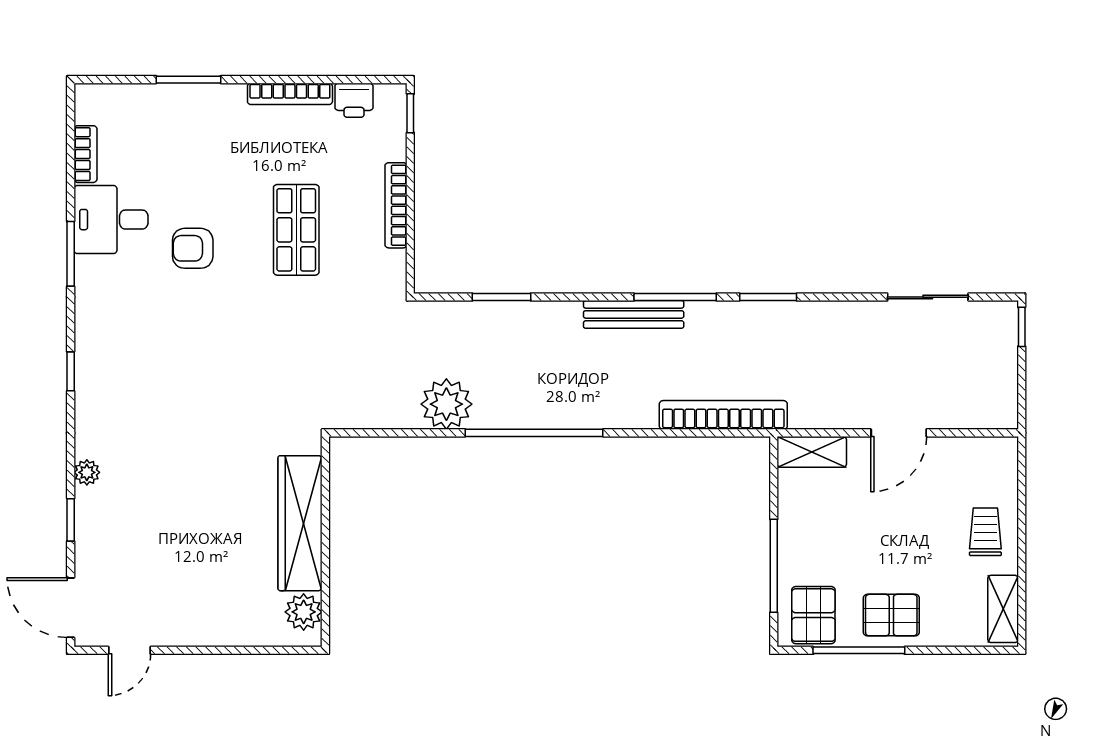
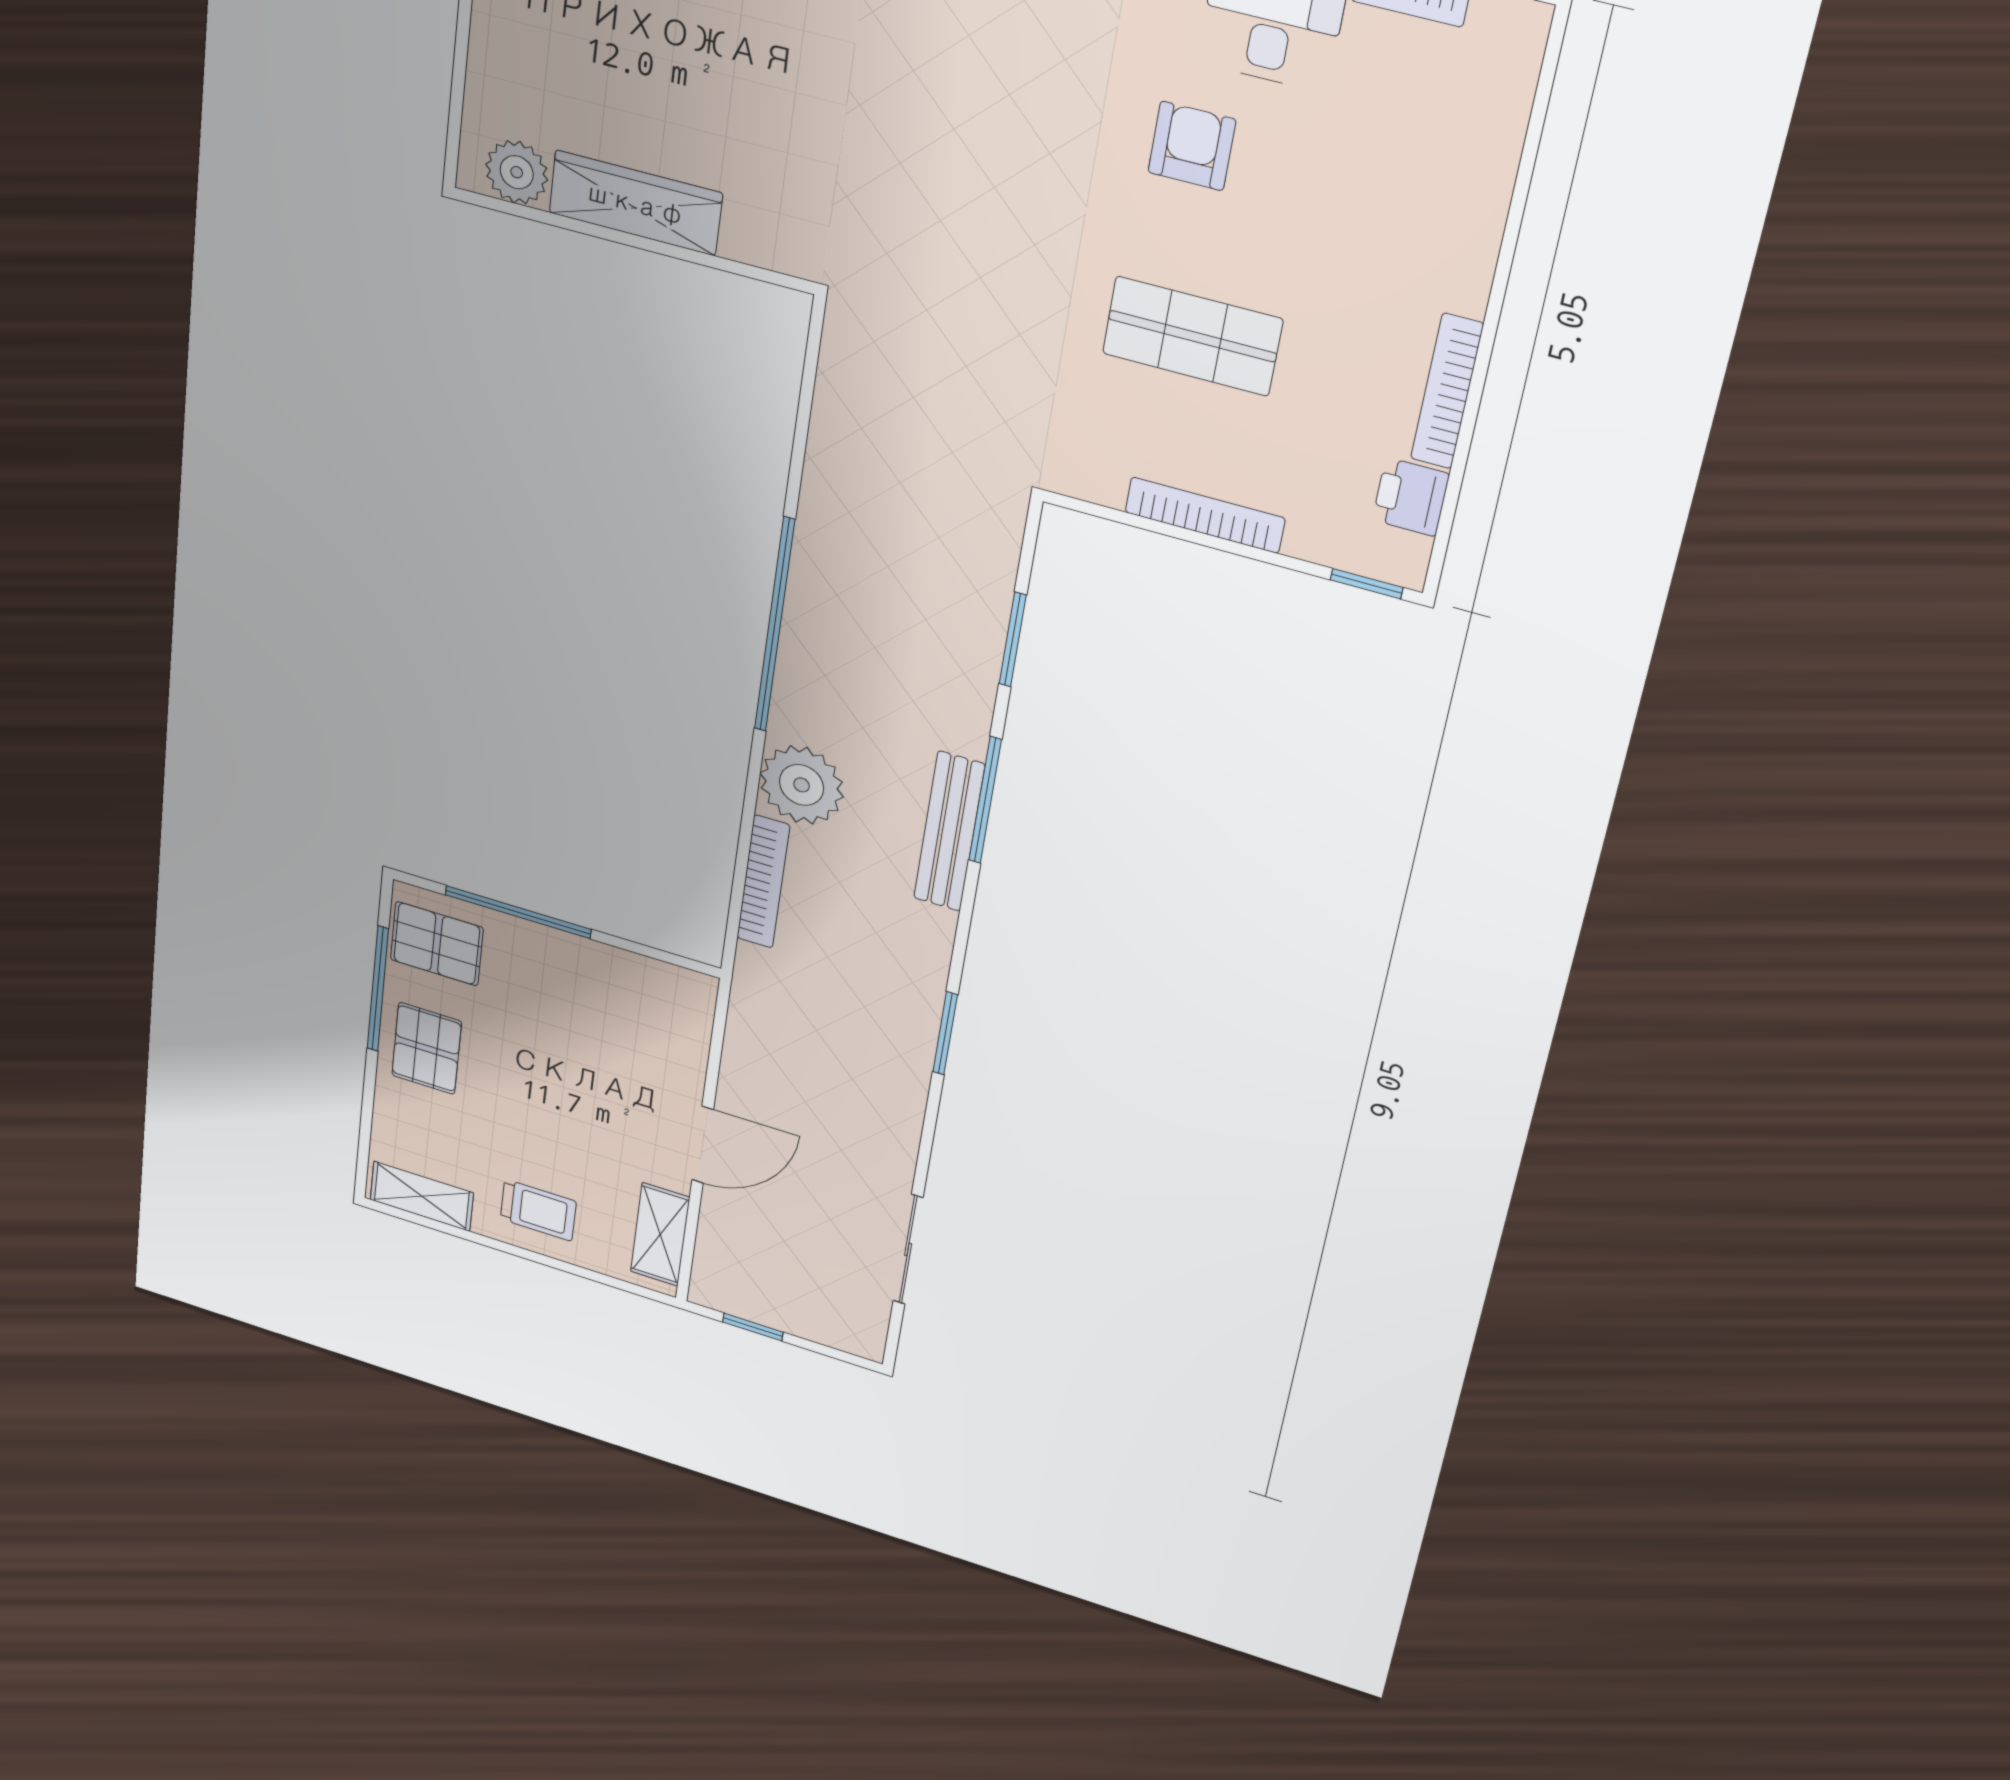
window: (188, 80) -> (1515, 219), removed
window: (675, 297) -> (985, 800), moved
window: (1022, 327) -> (753, 1327), moved
plant: (446, 404) -> (802, 785), moved
bookcase: (723, 415) -> (763, 882), width x0.68, depth x0.76
door: (899, 433) -> (703, 1145), swing flipped
shelving: (812, 452) -> (660, 1234), moved
wardrobe: (300, 523) -> (635, 203), width x0.71, depth x0.85

